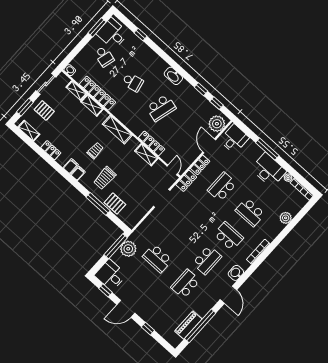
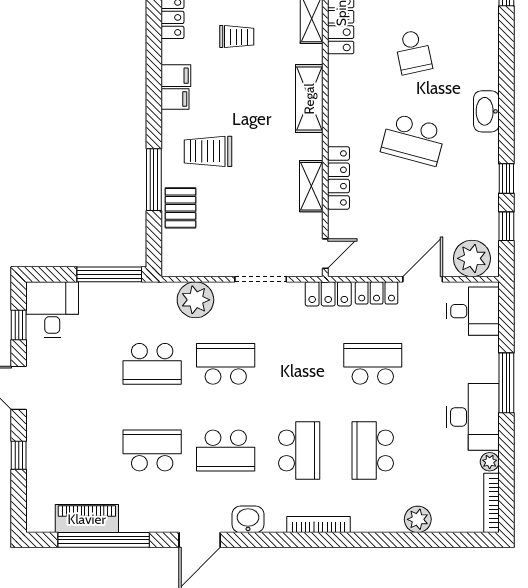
trolley: (95, 151) -> (237, 37), moved
school desk: (179, 235) -> (226, 364), added
plant: (128, 249) -> (195, 300), moved
school desk: (157, 258) -> (152, 364), turned -90

